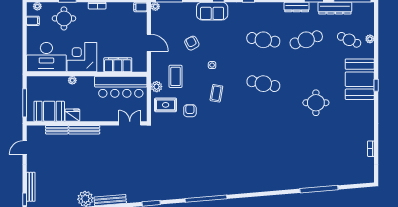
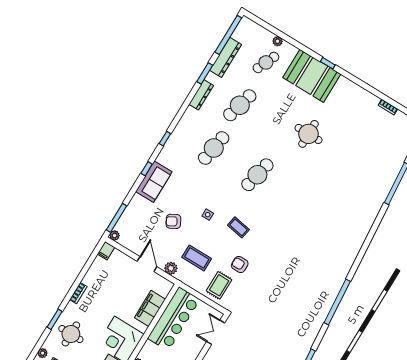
cafe table: (306, 40) -> (240, 105), turned 33
door: (149, 43) -> (147, 264), hinge flipped
plant: (157, 87) -> (171, 268), moved

